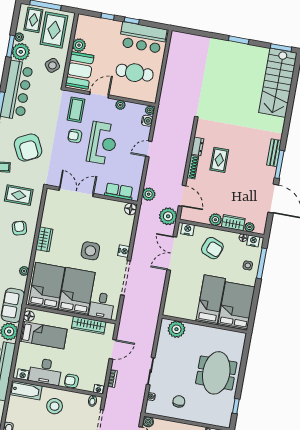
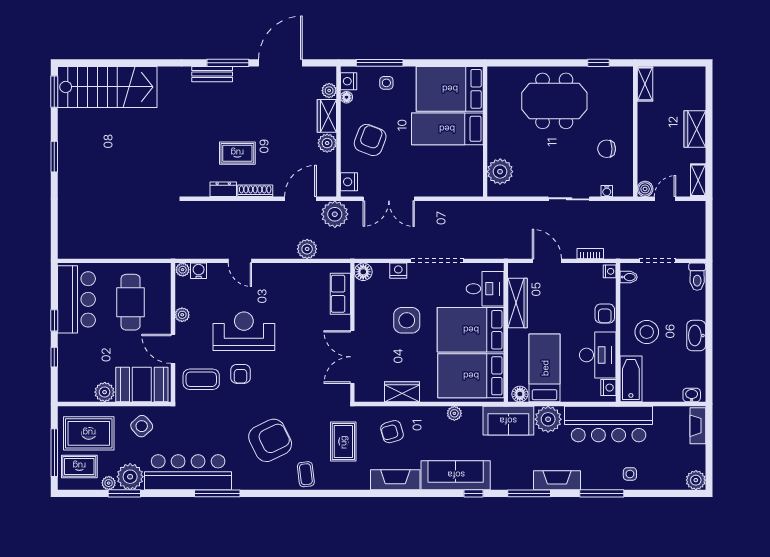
row of seats: (119, 191) -> (340, 294), moved
double door: (76, 192) -> (352, 357), moved
wall: (92, 195) -> (352, 332), moved
floor lamp: (131, 209) -> (363, 272), moved

